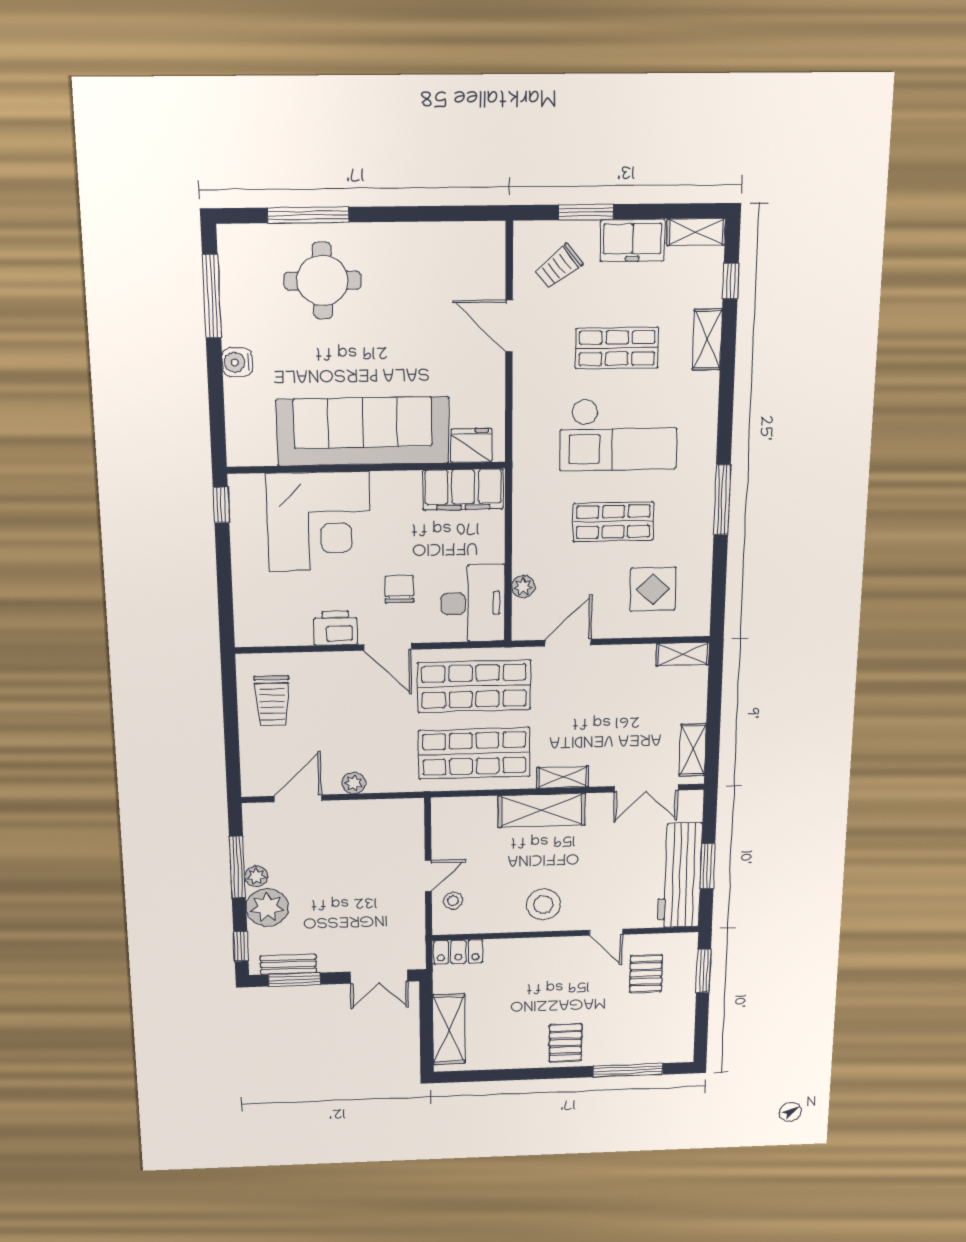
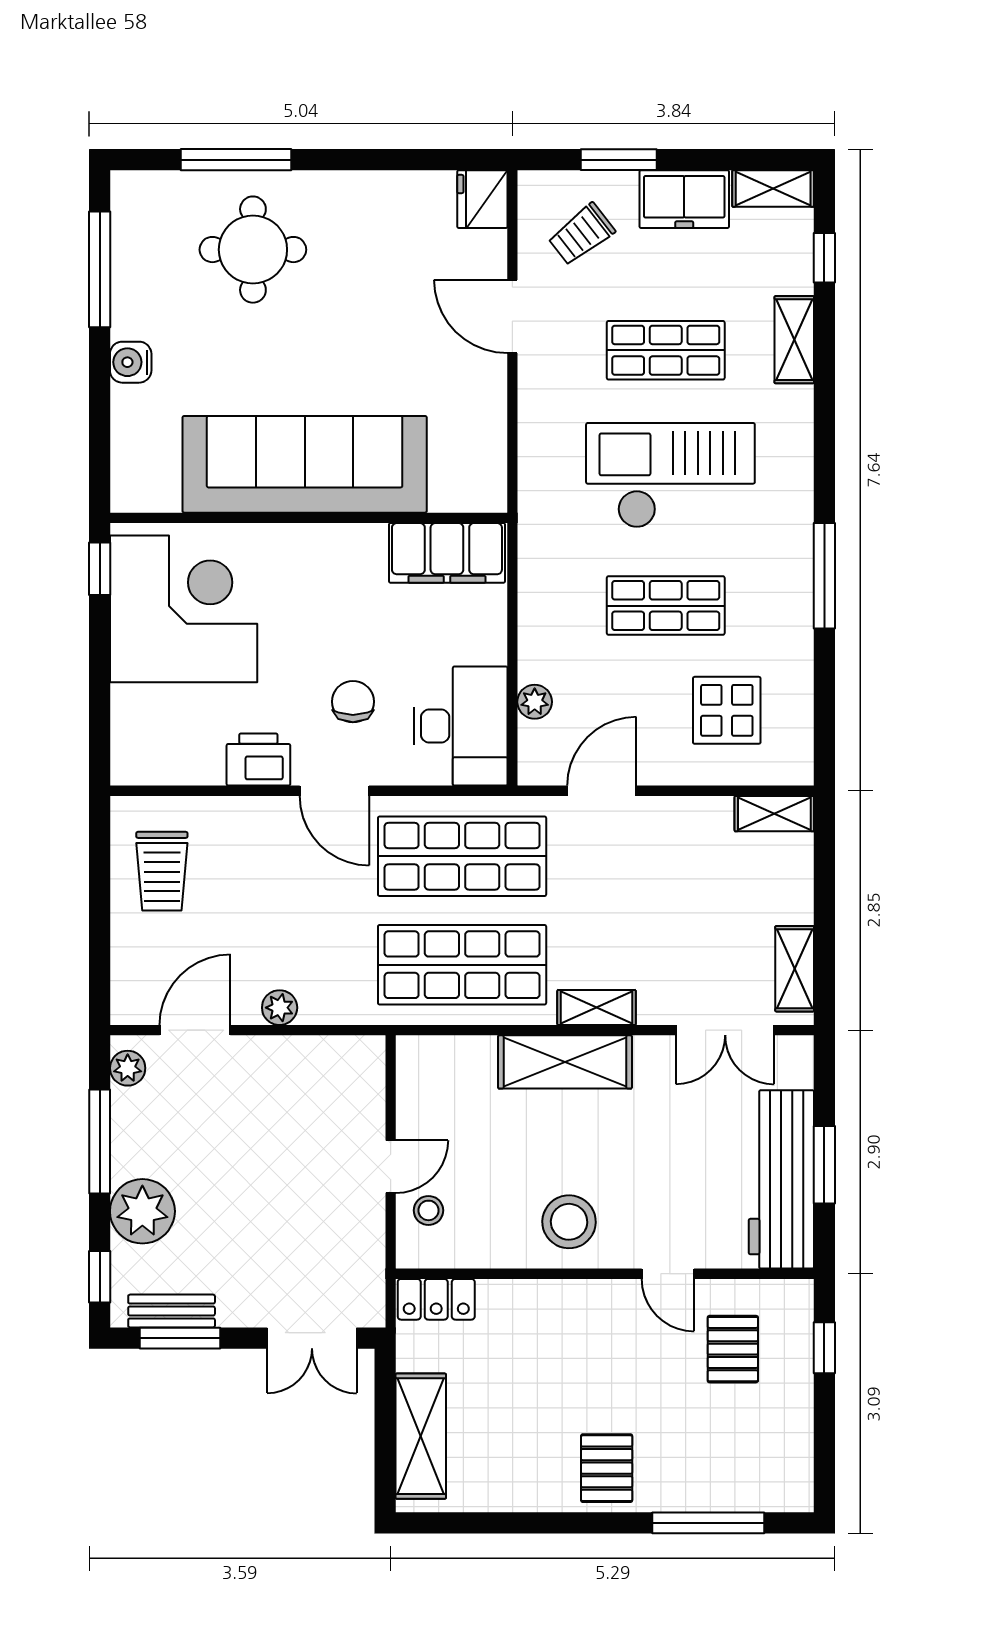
checkout: (618, 434) -> (670, 475), turned 180
fridge: (471, 445) -> (482, 199), moved, turned -90
corner desk: (319, 522) -> (184, 609), moved, turned -90
plant: (256, 876) -> (128, 1068), moved
window: (703, 971) -> (824, 1348), width x0.67

